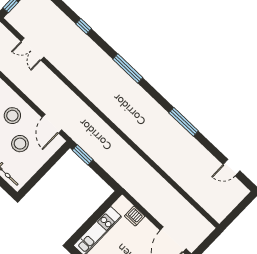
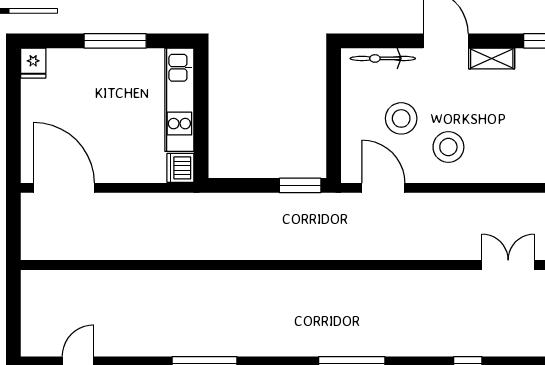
dishwasher: (135, 216) -> (180, 168), moved, turned -90

